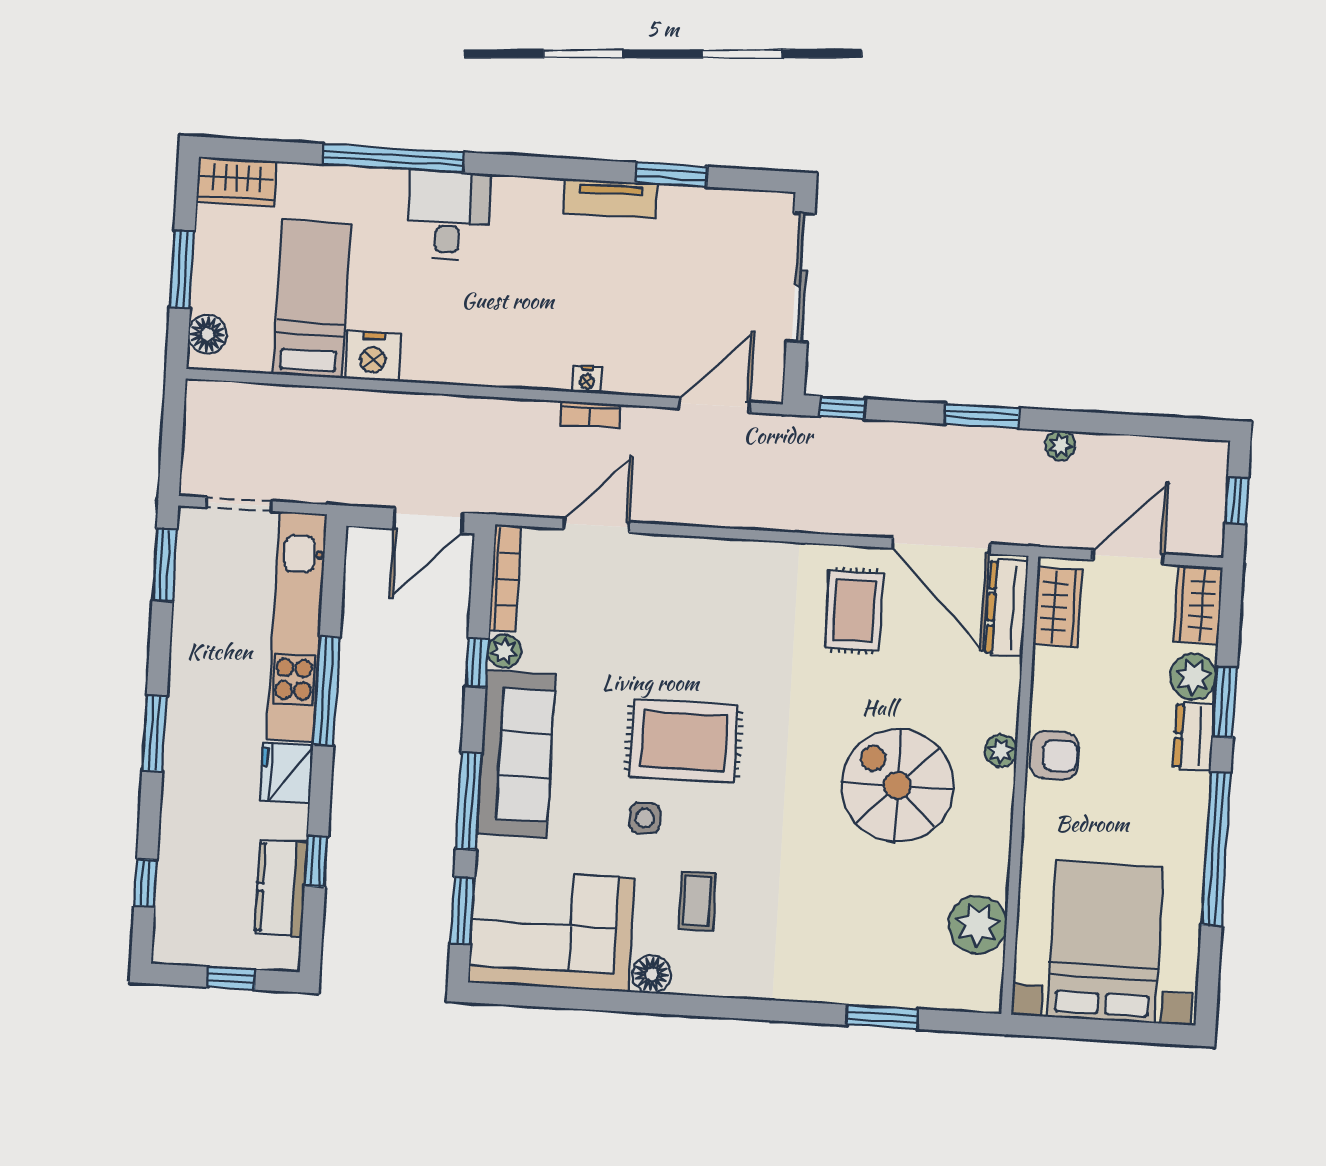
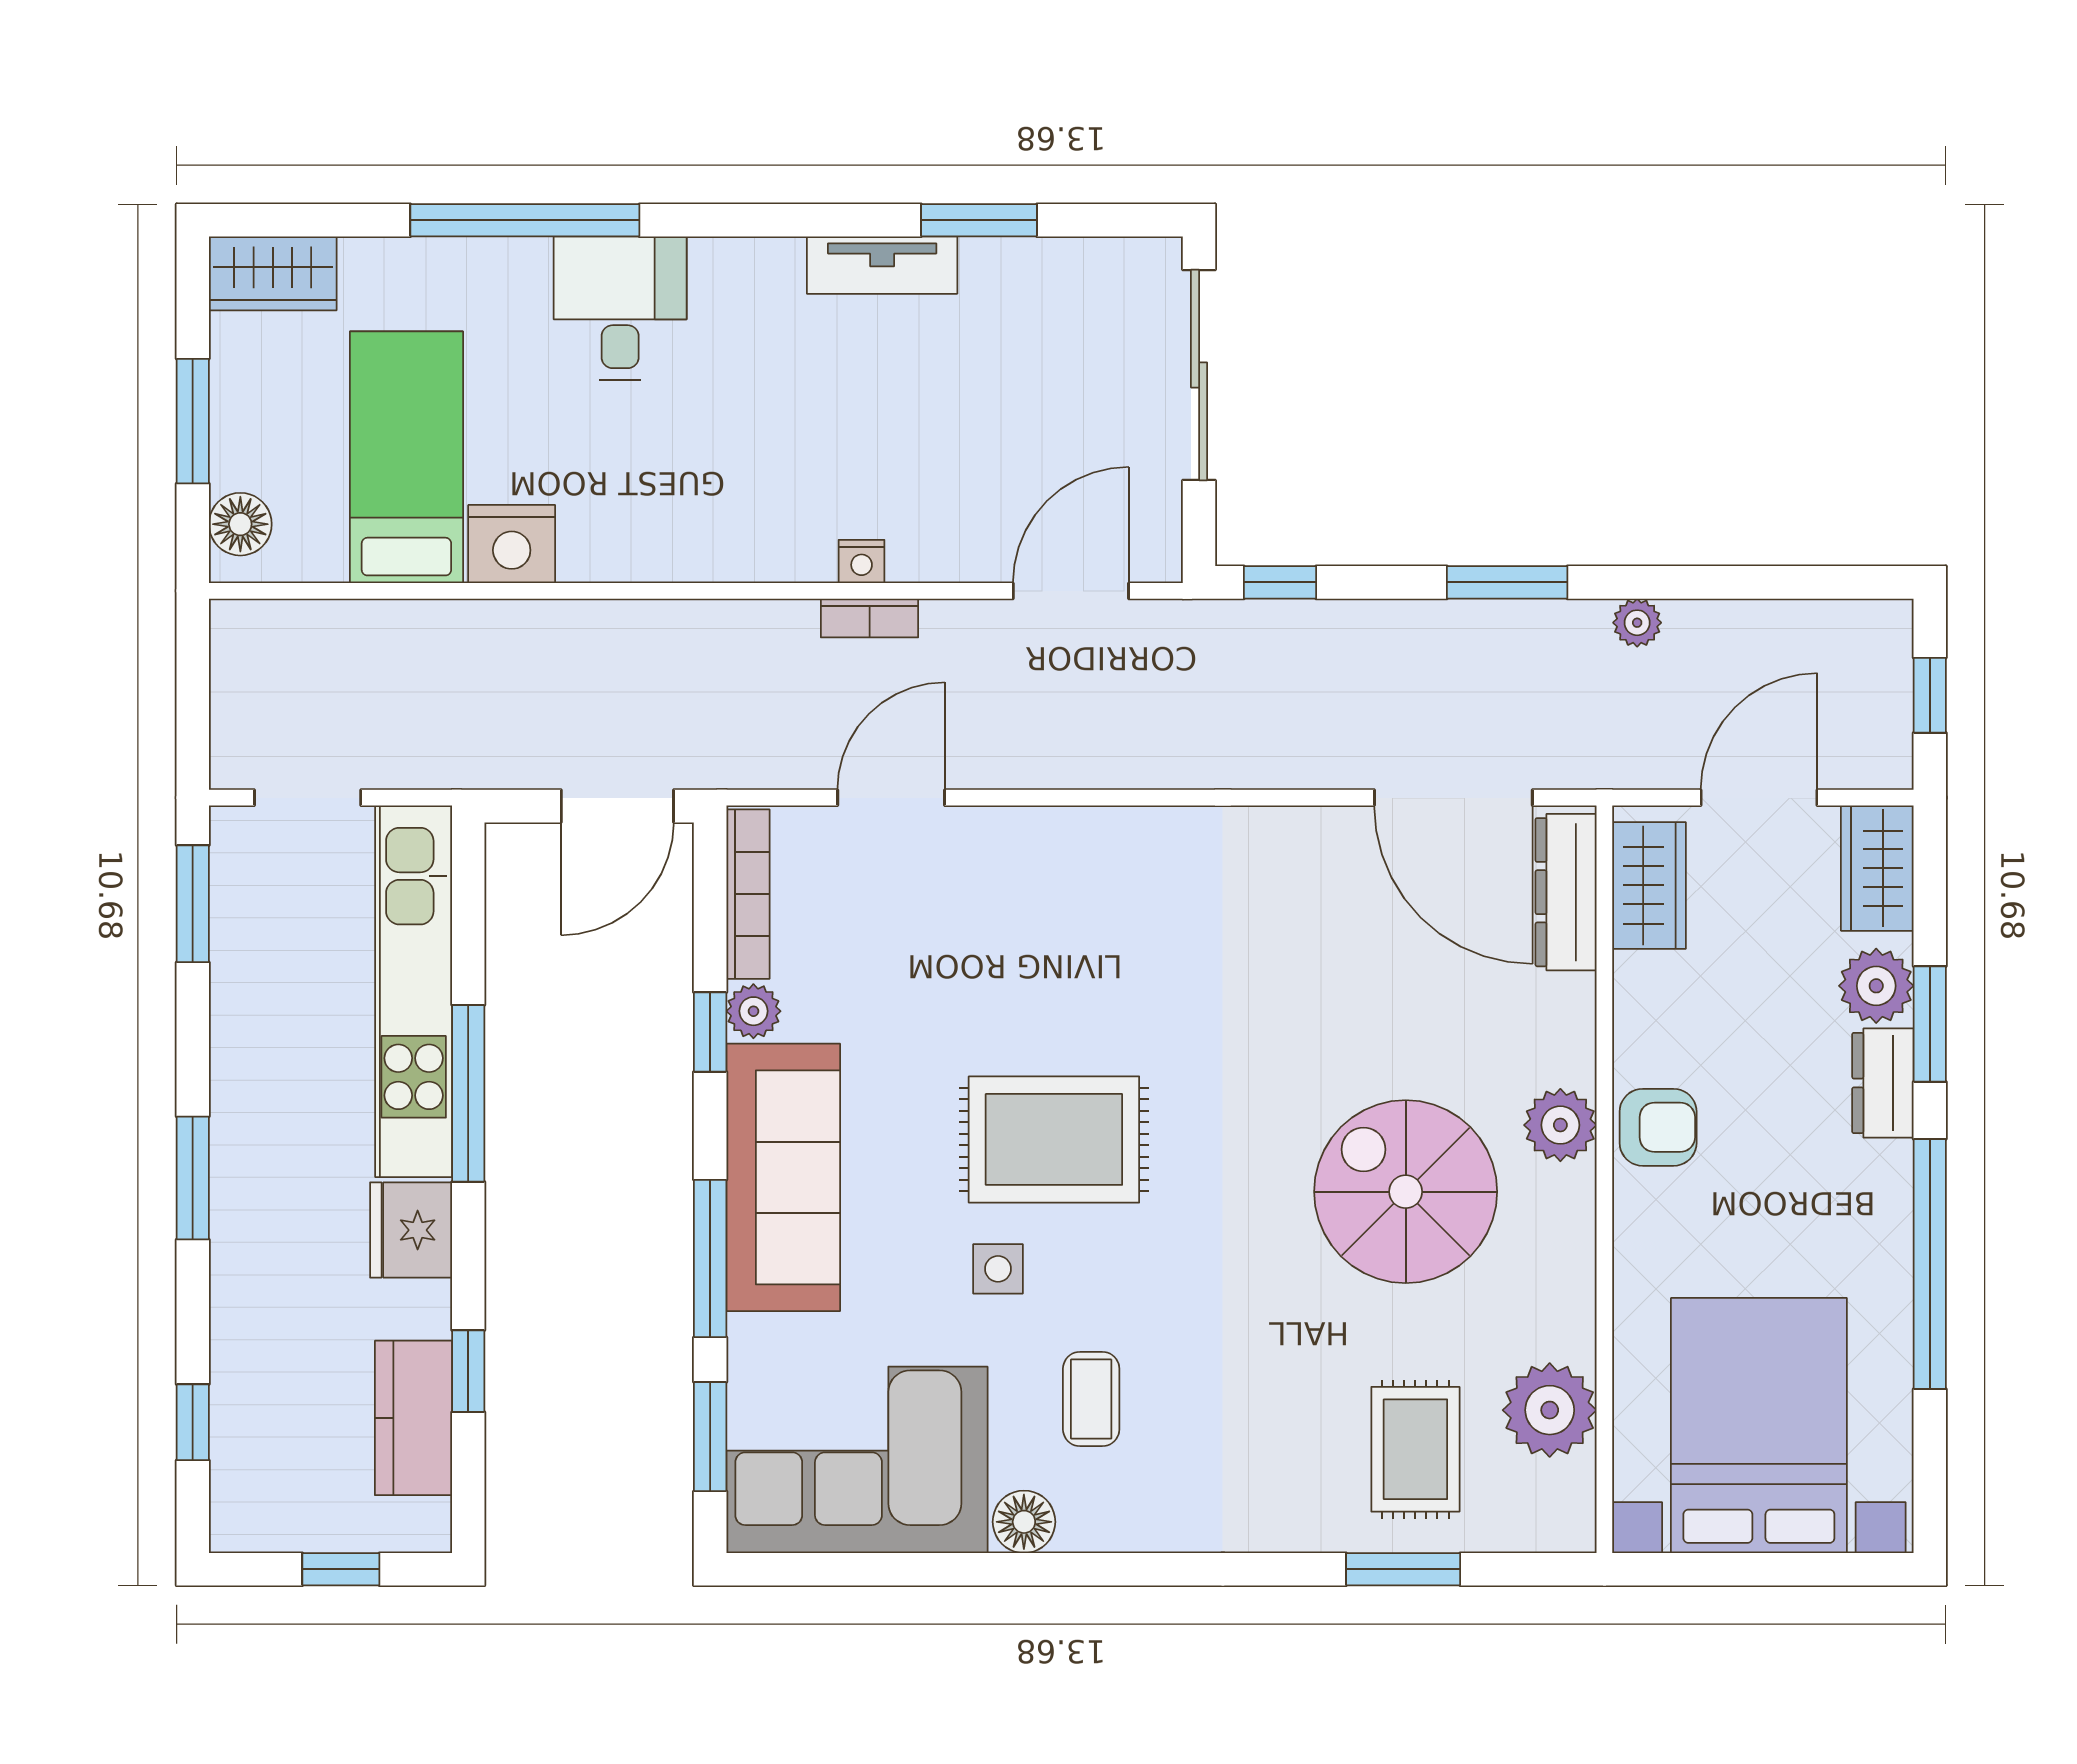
rug: (854, 611) -> (1415, 1449), moved
plant: (1001, 751) -> (1560, 1125), width x1.38, depth x1.38

